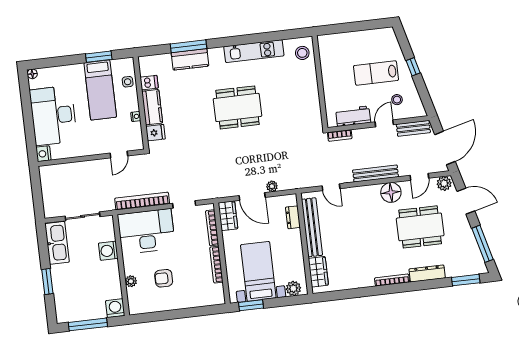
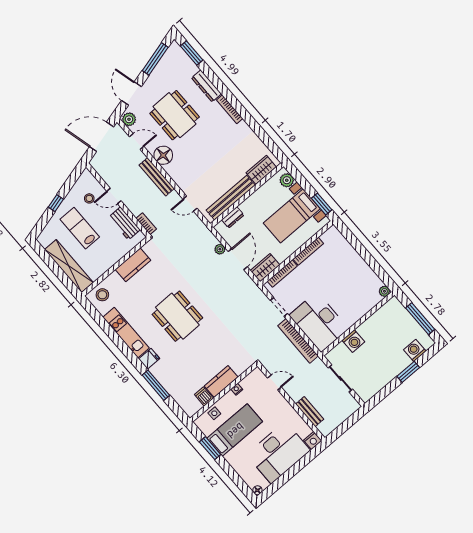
shelving: (348, 40) -> (69, 266), added
kitchen counter: (190, 59) -> (133, 265), moved, turned 90
lab bench: (376, 73) -> (80, 228), turned 180
bench: (413, 128) -> (310, 412), moved
fridge: (156, 133) -> (149, 359), moved, turned 90
door: (331, 187) -> (190, 204), swing flipped
kitchen sink: (57, 243) -> (374, 384), removed
armchair: (164, 278) -> (346, 285), removed
plant: (131, 281) -> (384, 291), moved
washing machine: (115, 308) -> (415, 350), moved, turned 90

